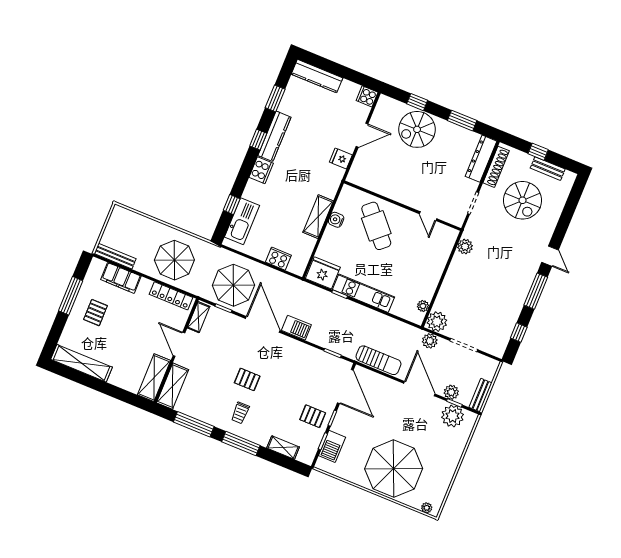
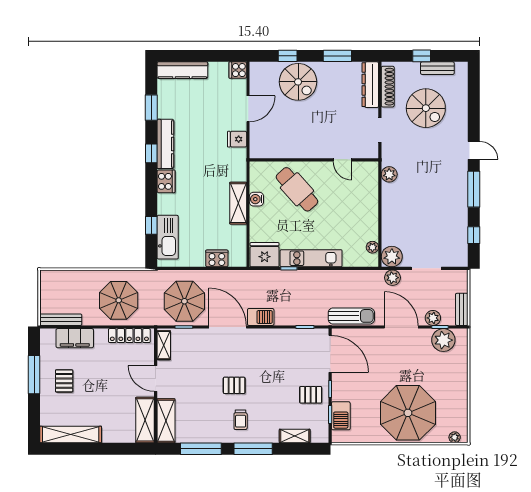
spiral stairs: (417, 129) -> (298, 82), turned -90

